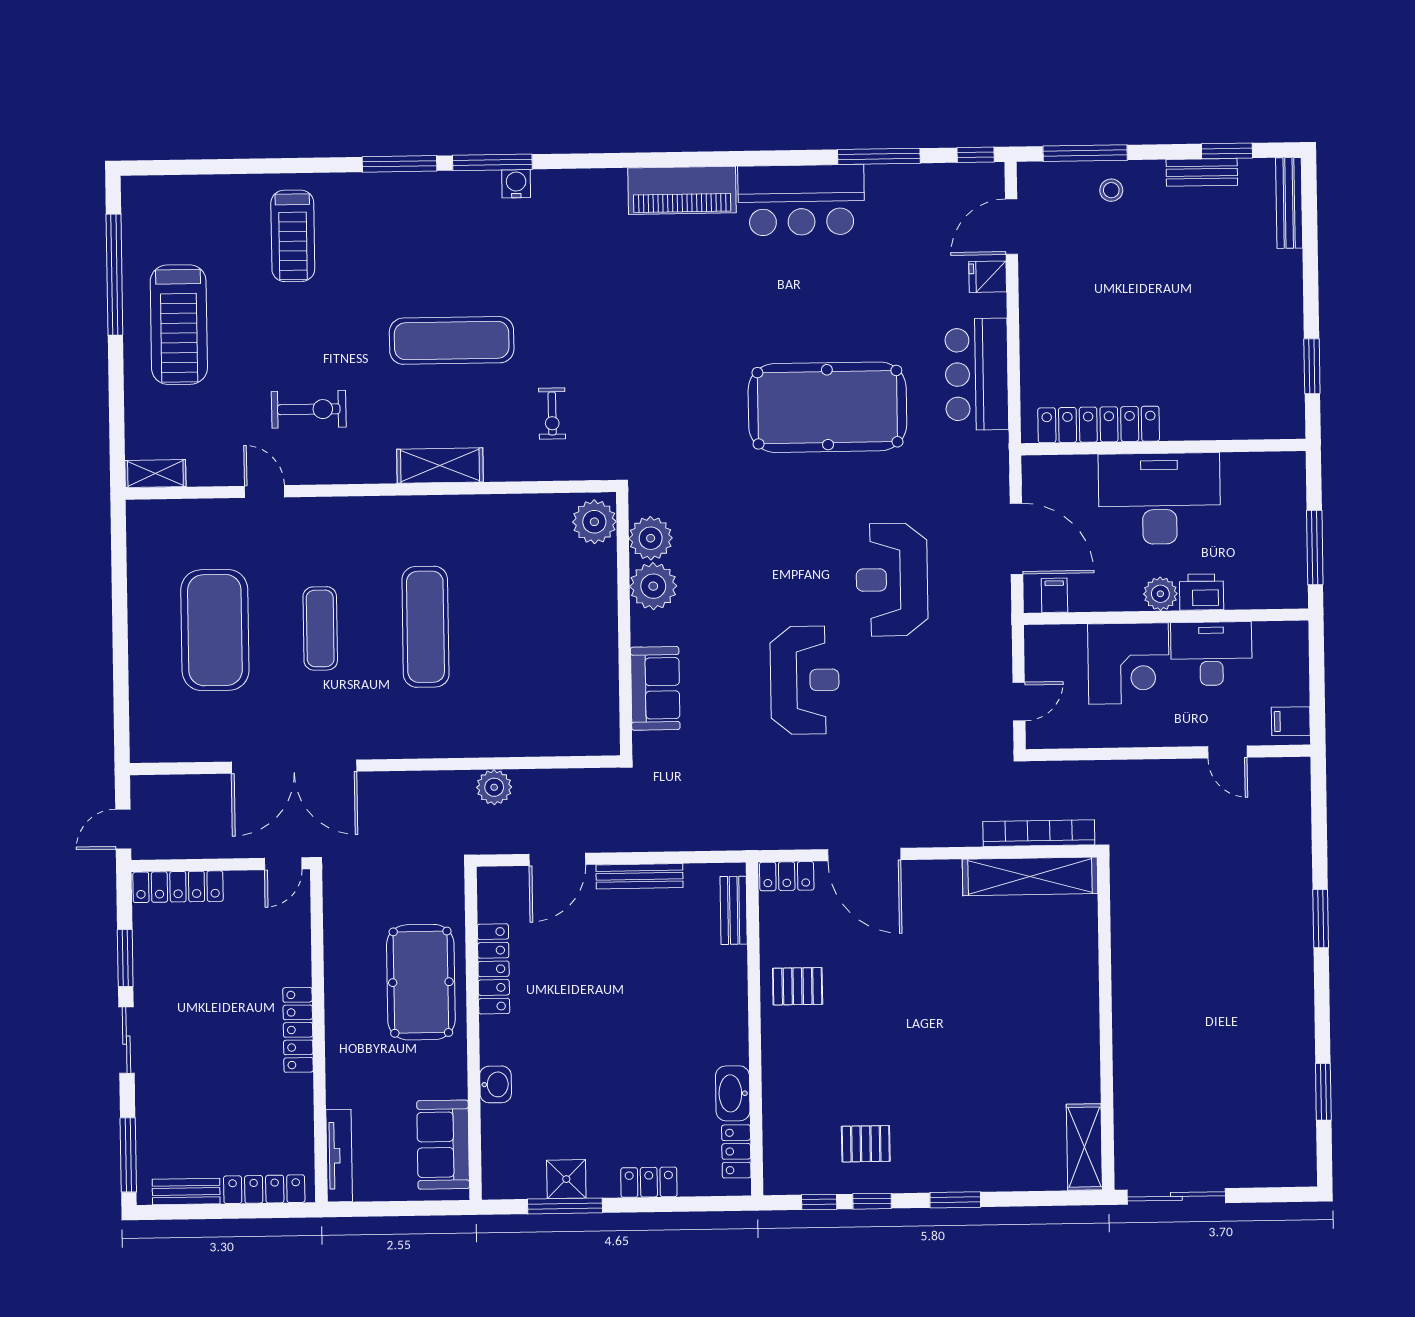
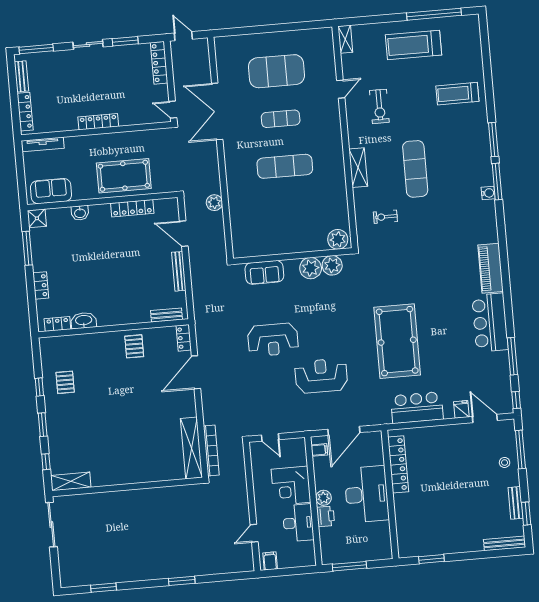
shower: (566, 1179) -> (37, 218), moved
window: (819, 1202) -> (46, 462), moved

